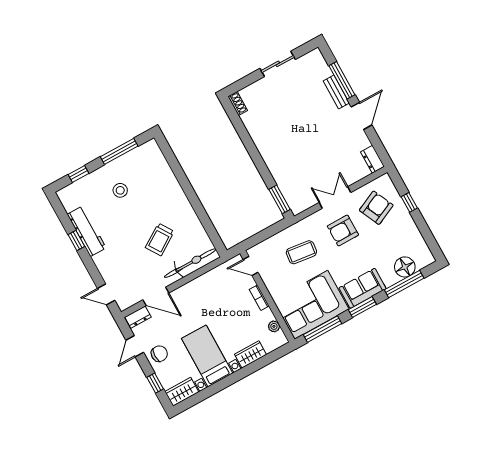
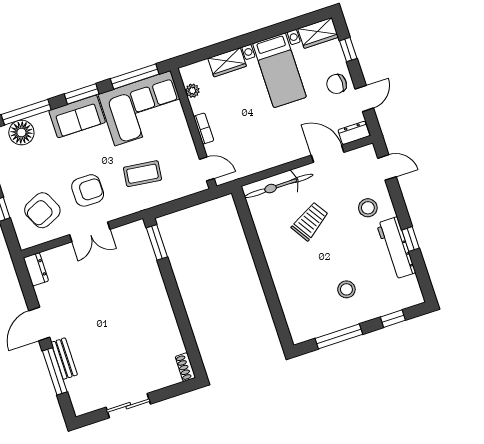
stool: (115, 259) -> (368, 208), added

